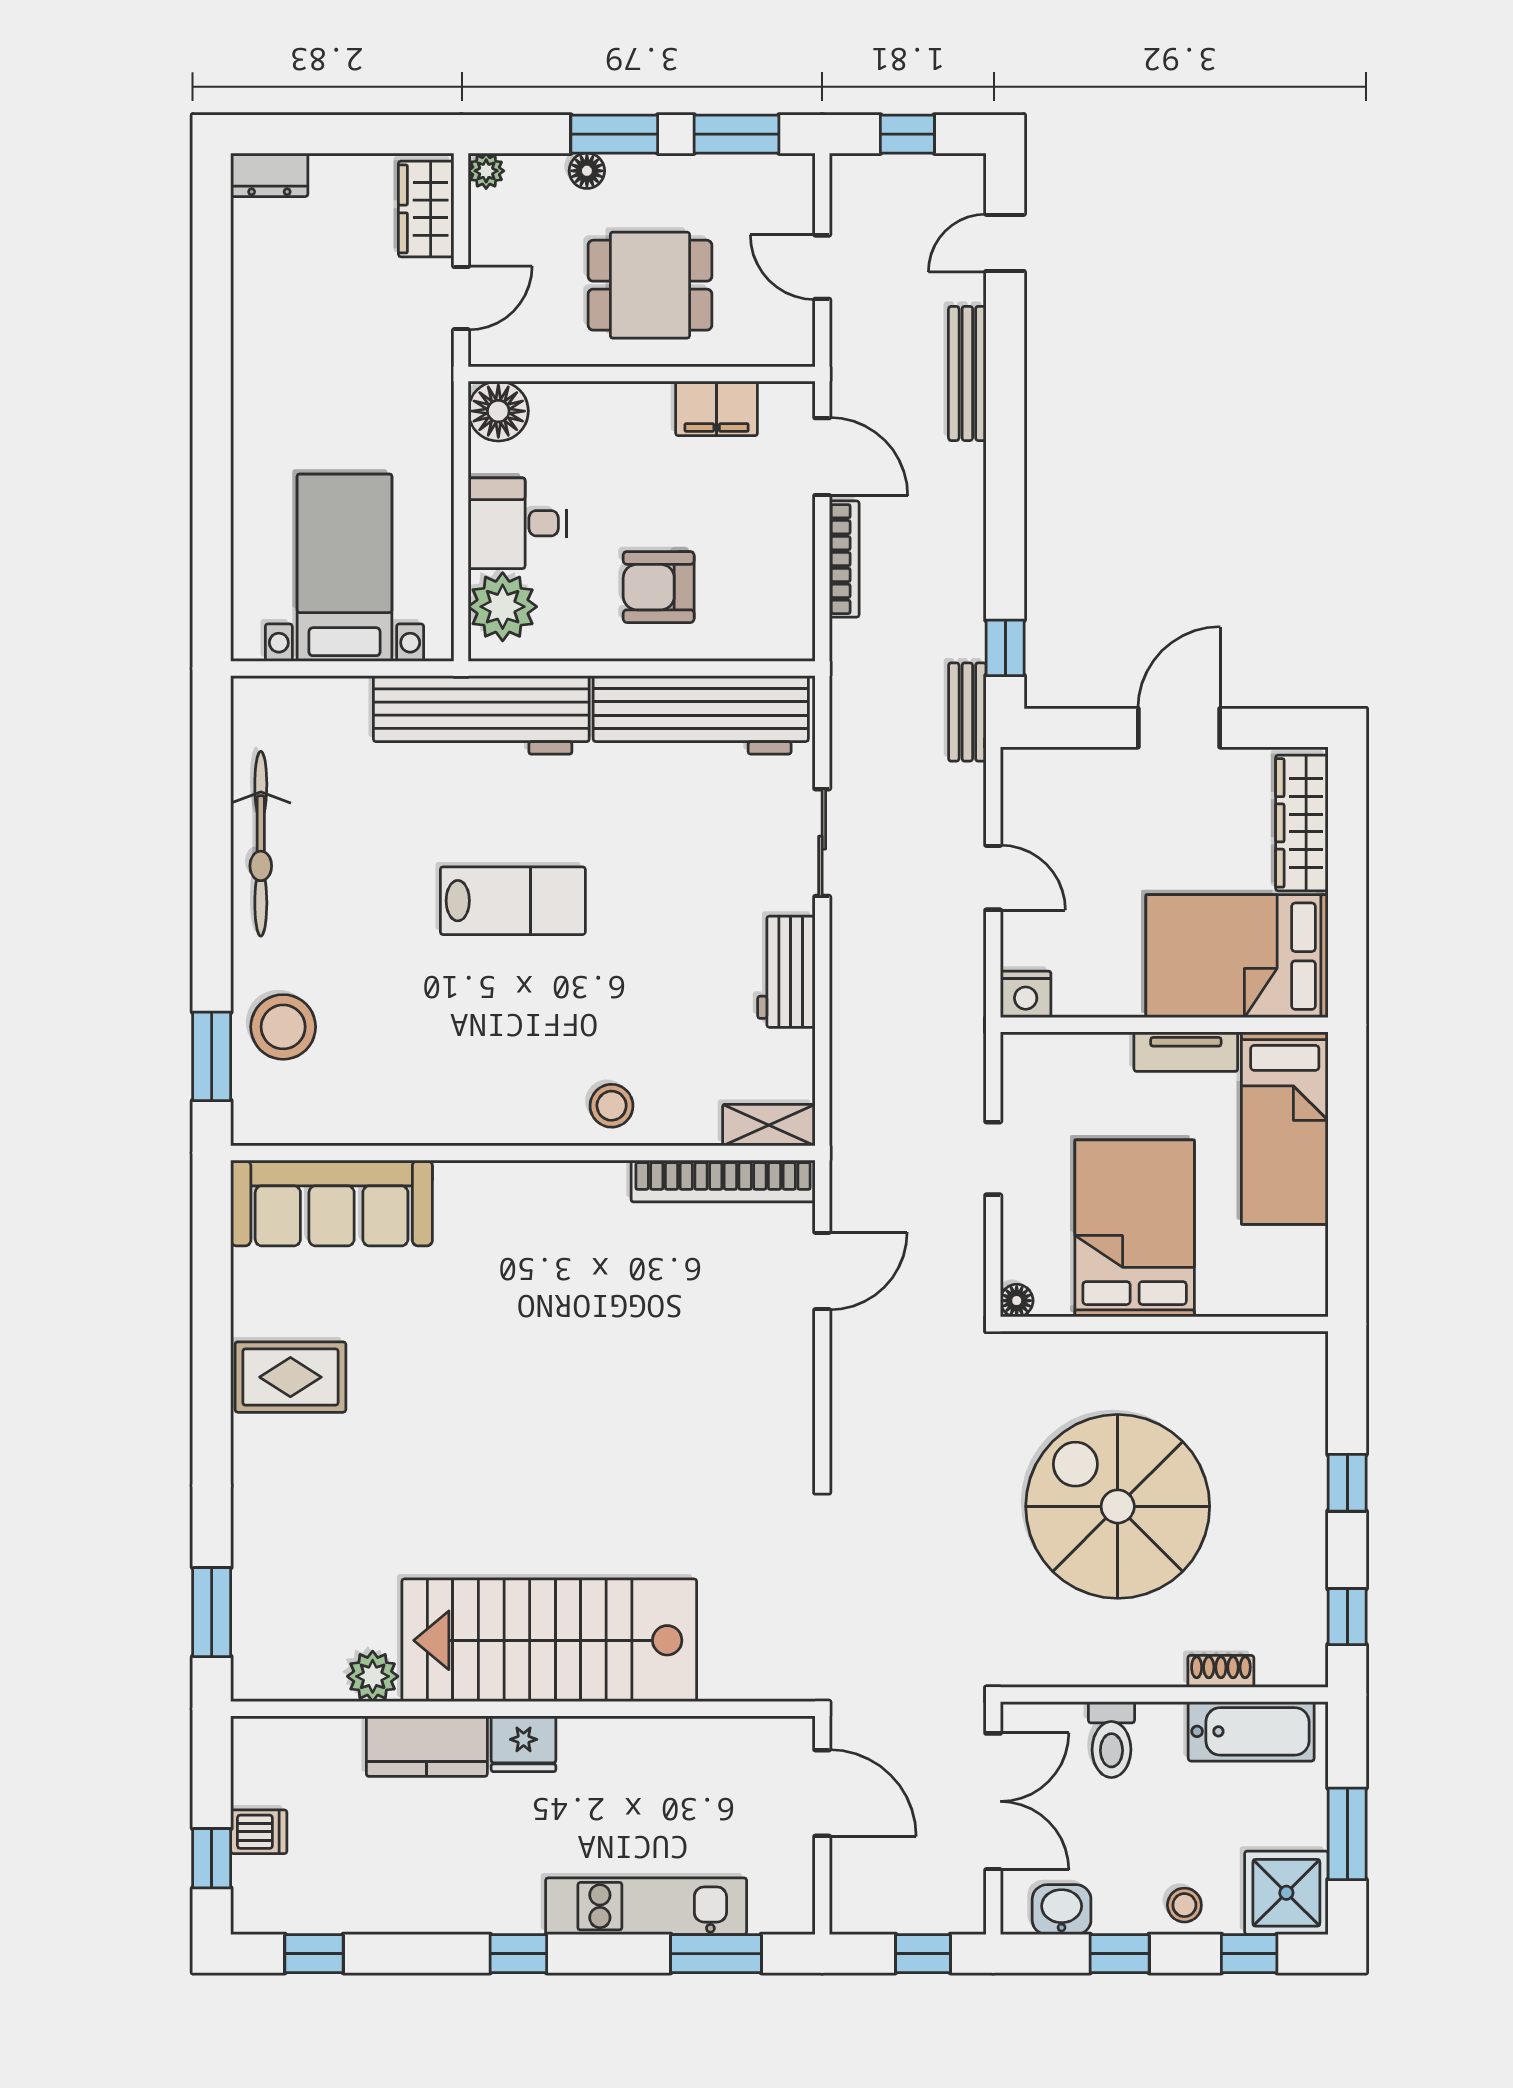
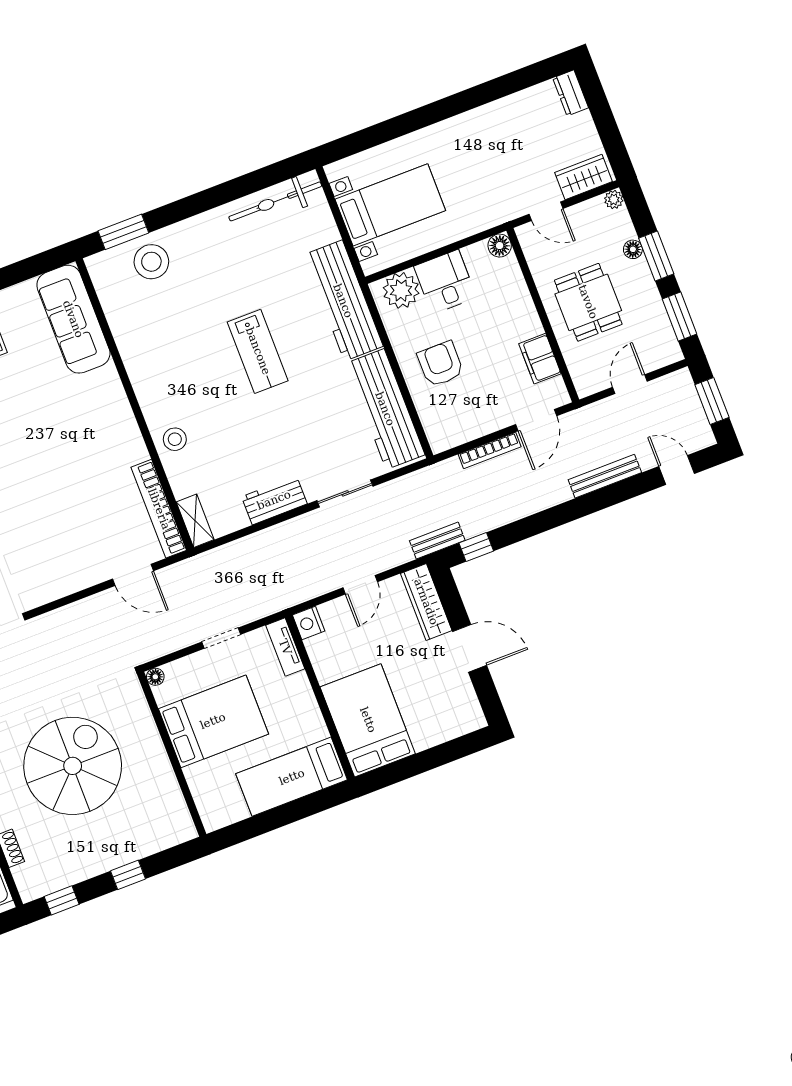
window: (907, 134) -> (712, 401), width x1.50
floor lamp: (498, 411) -> (500, 246), width x0.73, depth x0.73
wardrobe: (1302, 823) -> (426, 602), moved, turned -90
bicycle: (261, 844) -> (275, 201), moved
tv unit: (1186, 1052) -> (285, 647), moved

